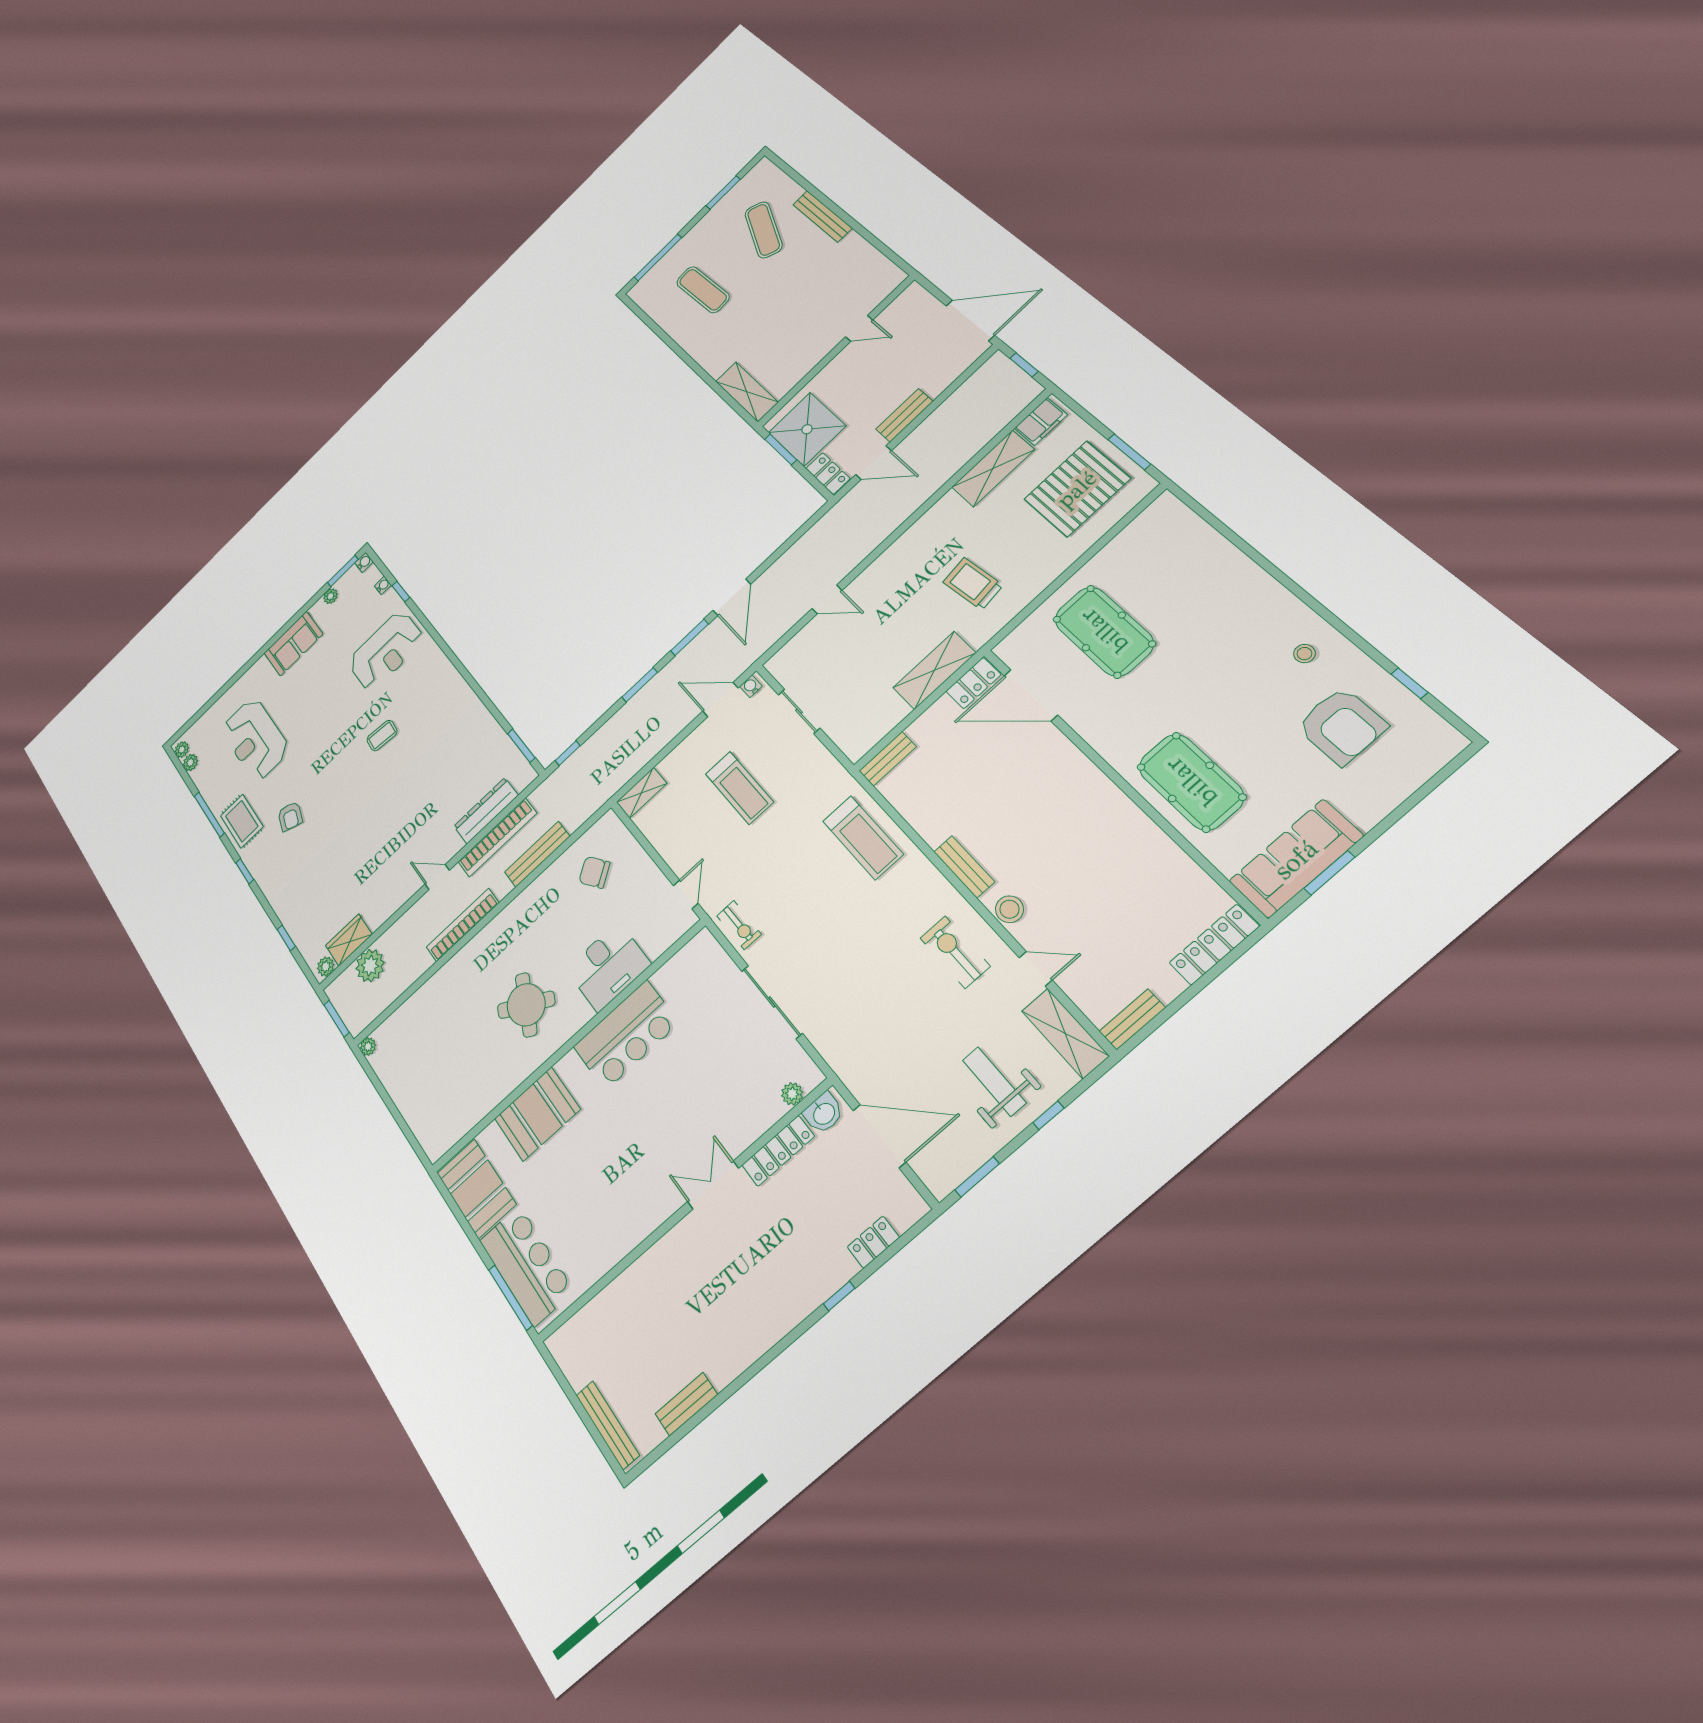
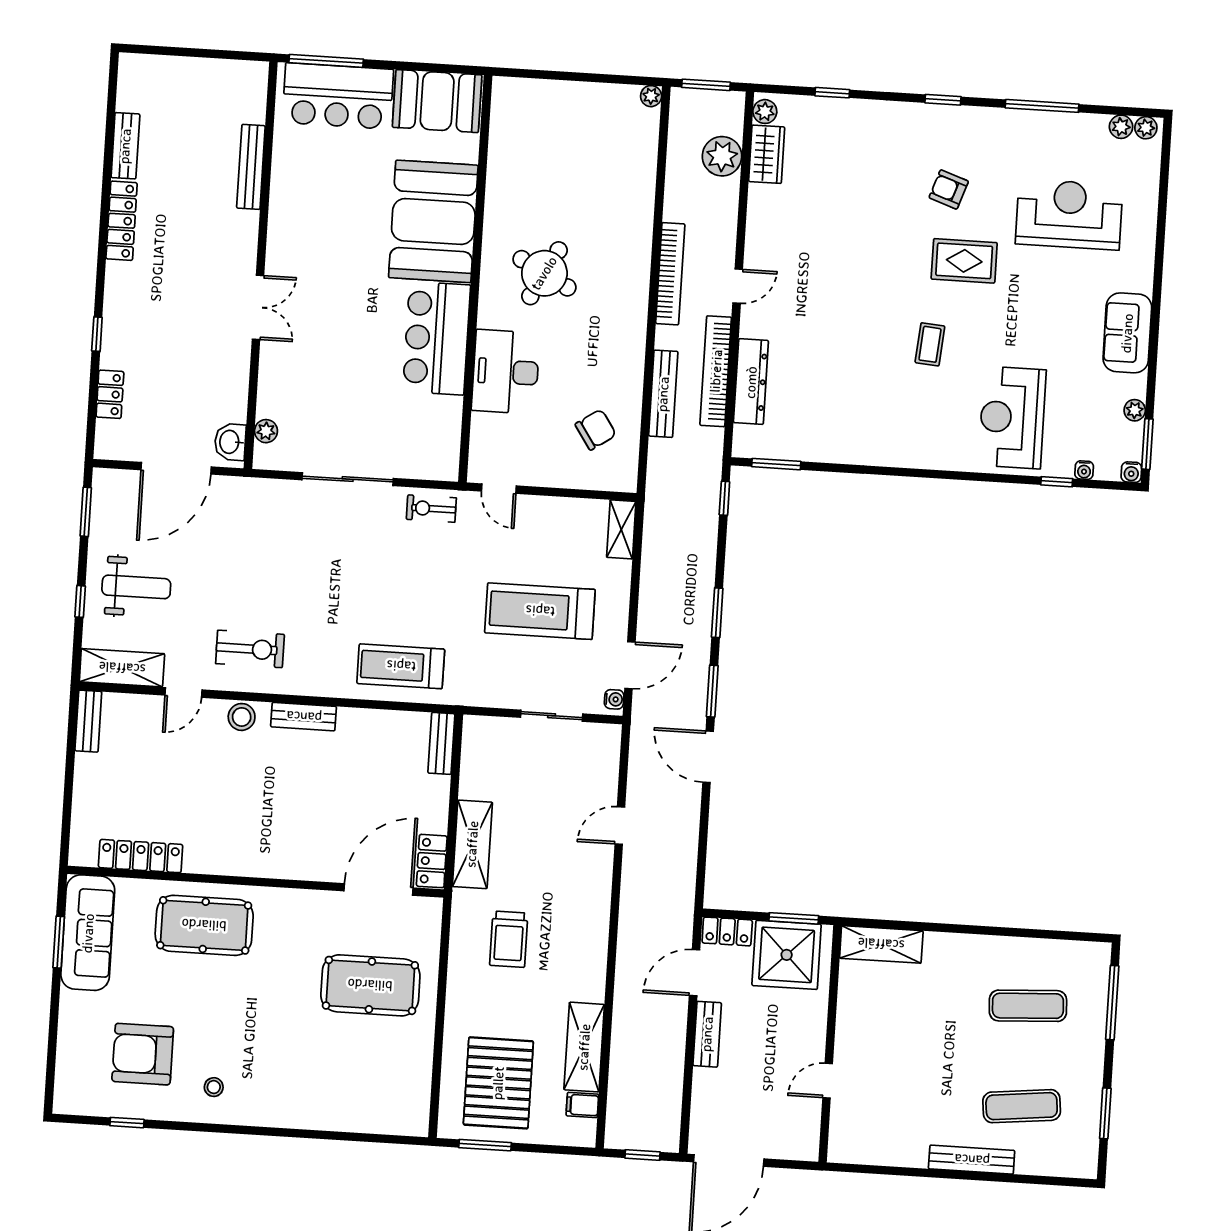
exercise mat: (764, 230) -> (1022, 1106), turned -30
filing cabinet: (1041, 422) -> (582, 1105), width x0.50
trolley: (973, 584) -> (509, 939), turned 97
treadmill: (739, 788) -> (540, 611), width x1.37, depth x1.38
rug: (242, 821) -> (964, 261), moved
locker: (1214, 945) -> (141, 856), moved, turned -90
booth: (537, 1114) -> (433, 221), width x1.36, depth x1.42
locker: (778, 1151) -> (122, 221), moved, turned 180
bench: (608, 1425) -> (251, 167), moved, turned 90

